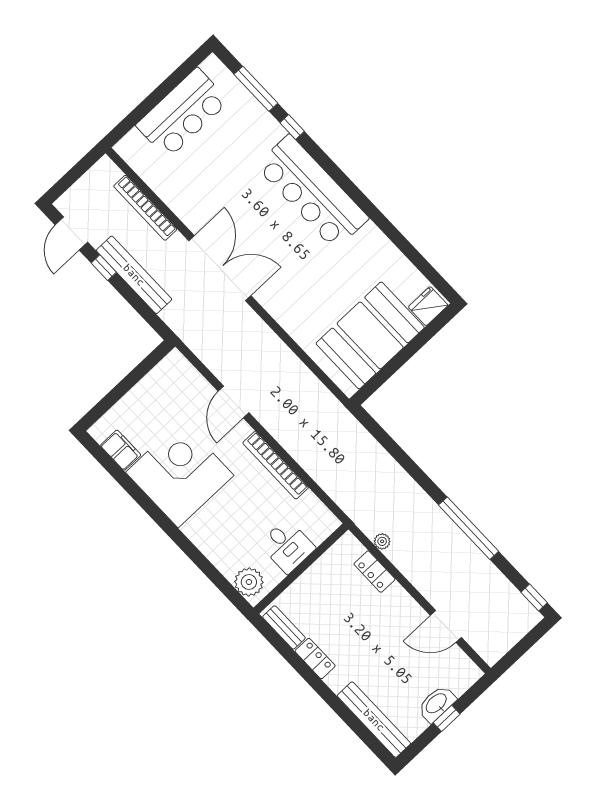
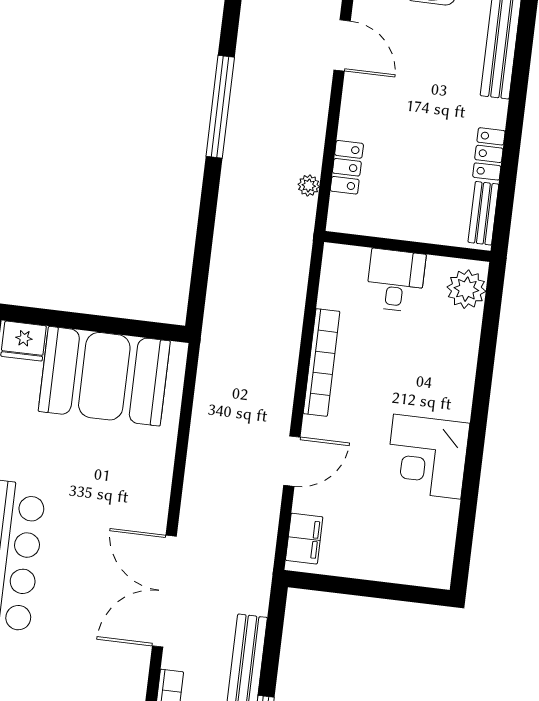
filing cabinet: (121, 450) -> (304, 539), moved, turned 180
corner desk: (180, 474) -> (427, 457), width x0.74, depth x0.74

